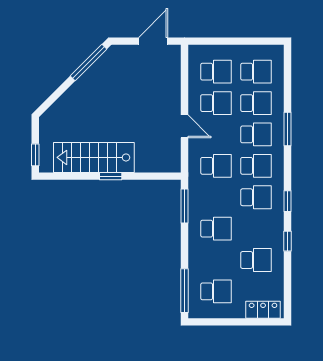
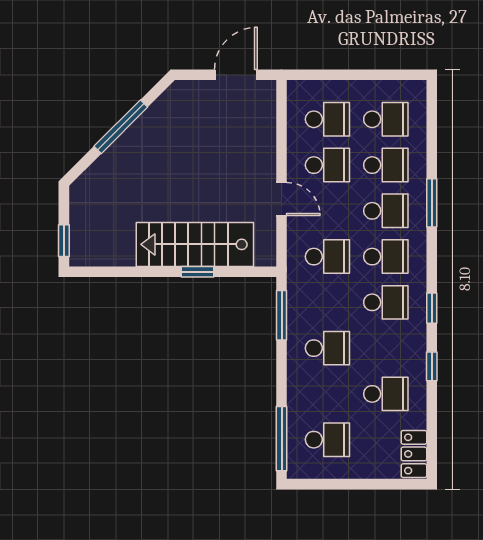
window: (89, 62) -> (121, 127), moved
stairs: (94, 157) -> (195, 244), moved
window: (111, 176) -> (197, 272), moved
locker: (263, 310) -> (414, 454), moved, turned -90

